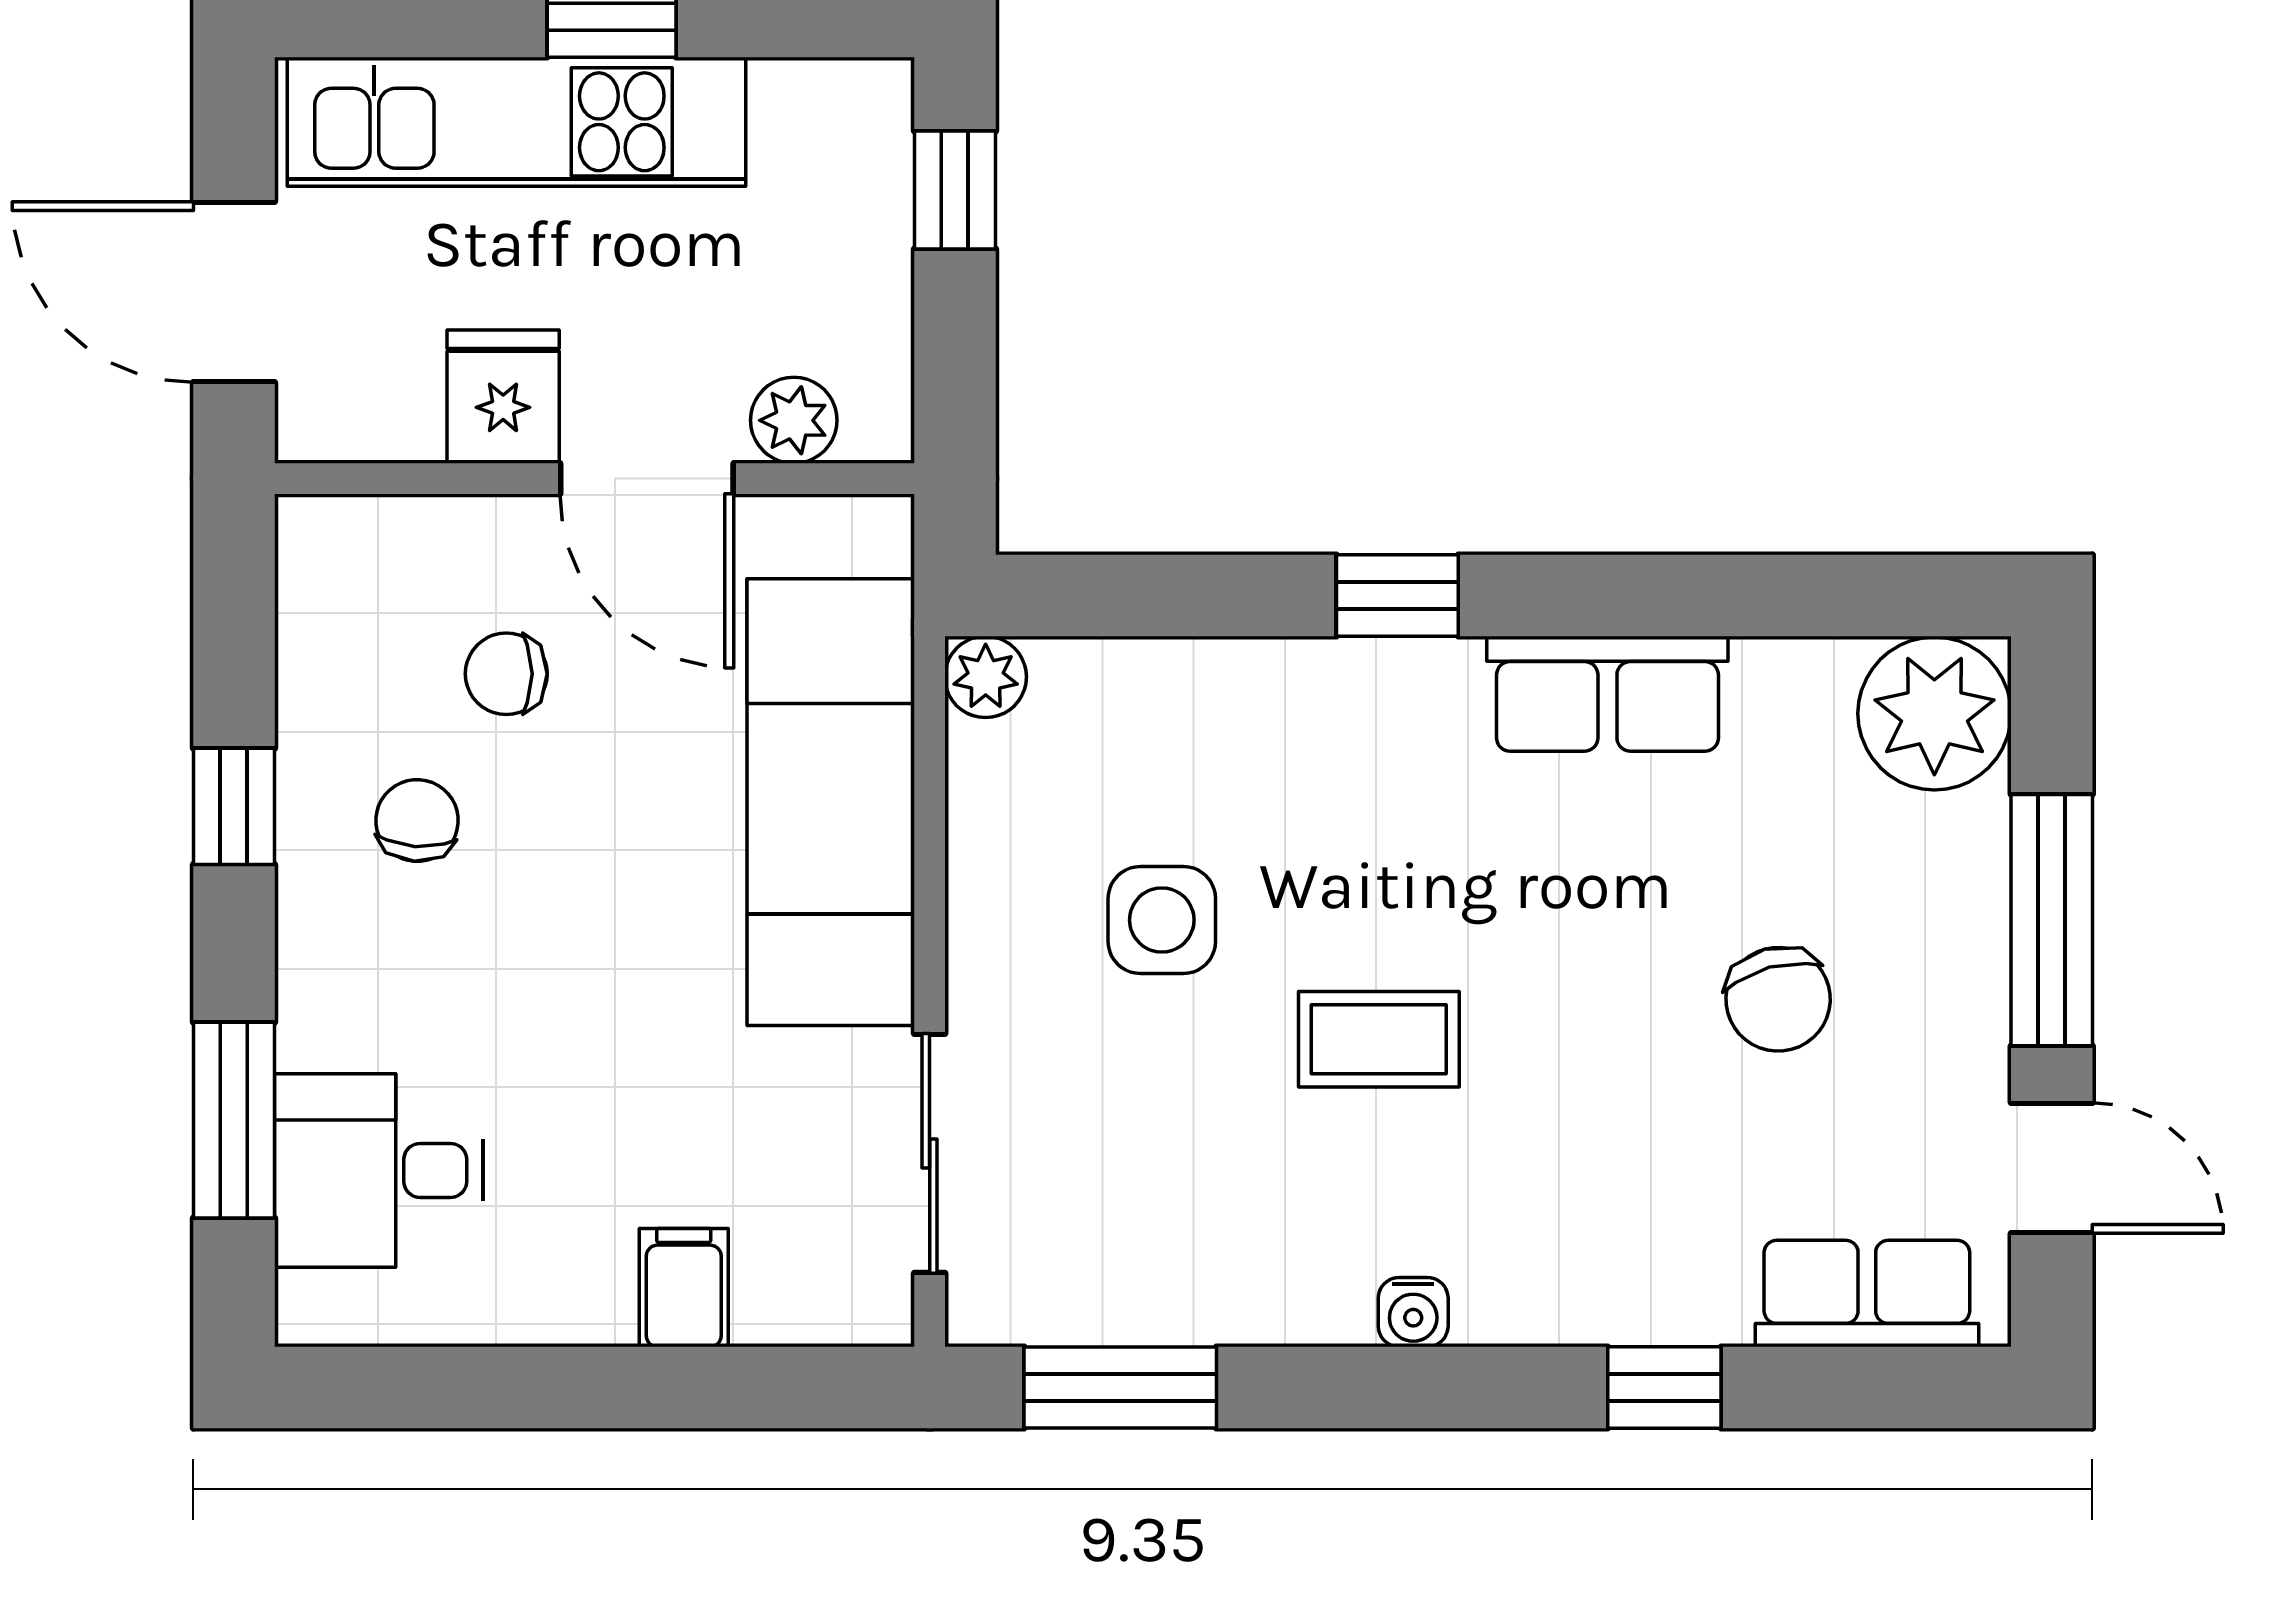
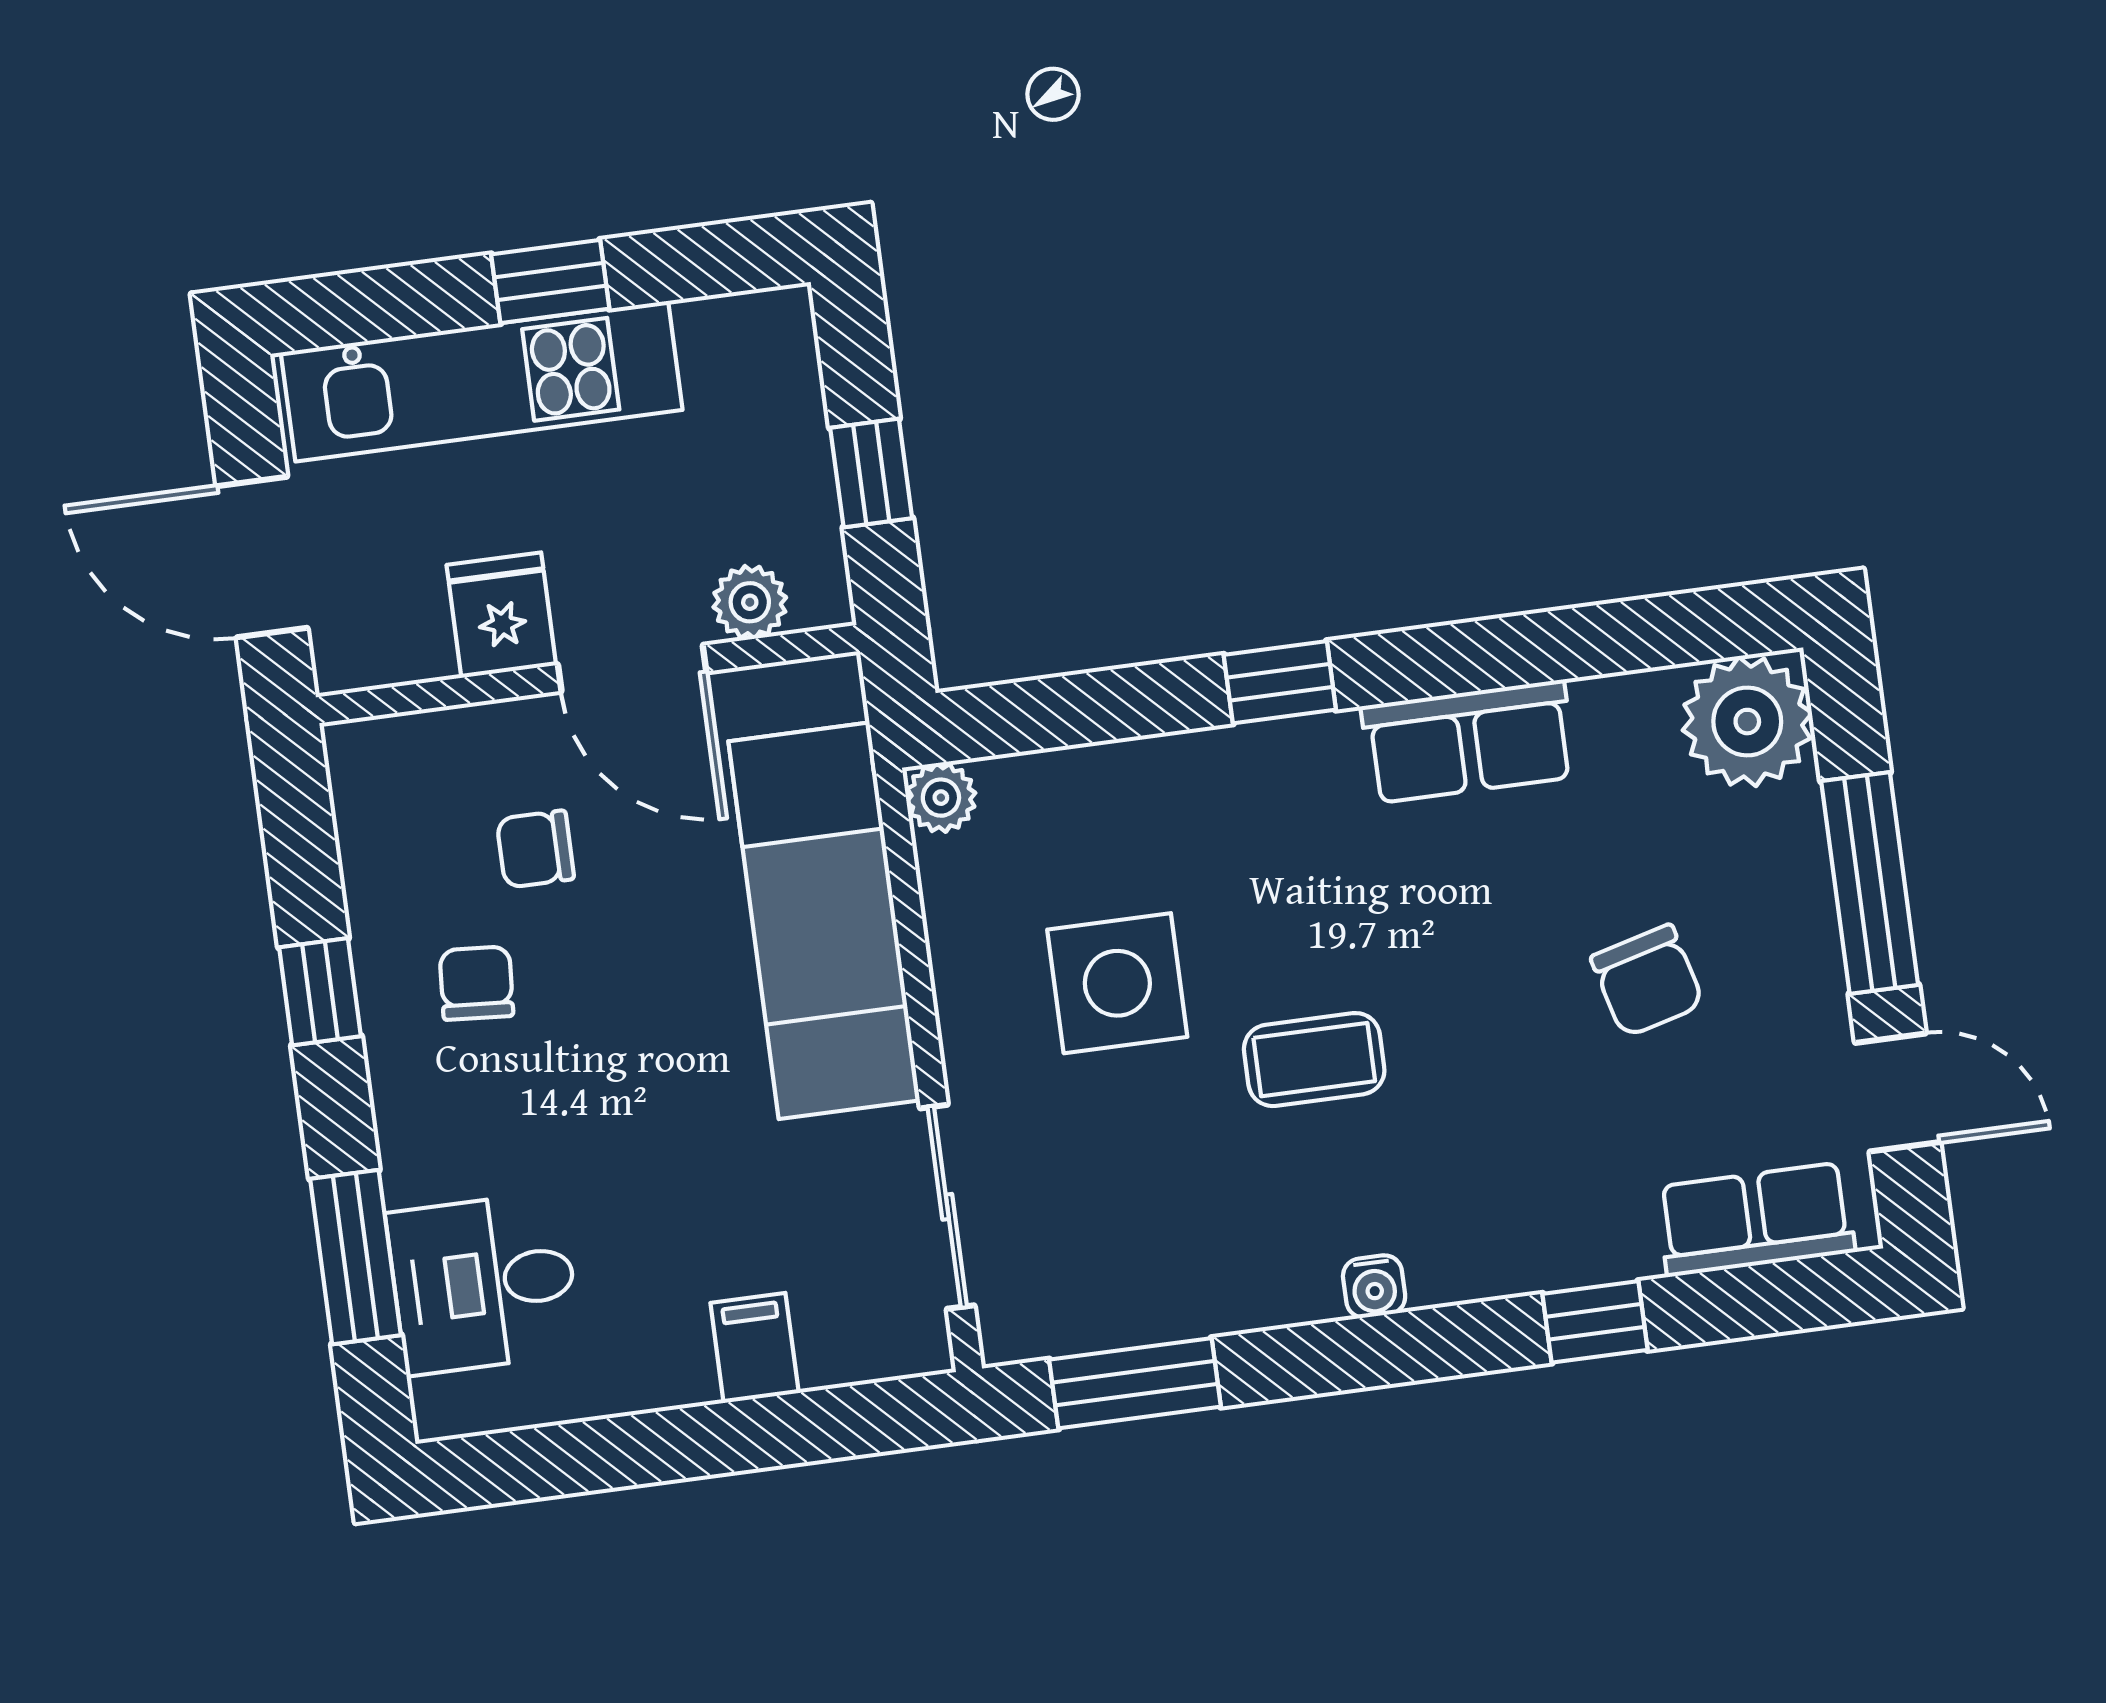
window: (955, 190) -> (871, 473), moved
side table: (1162, 920) -> (1117, 983), width x1.37, depth x1.37

